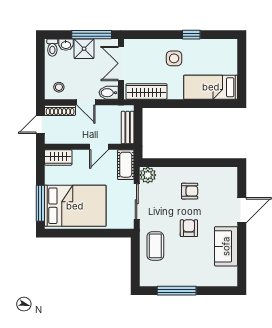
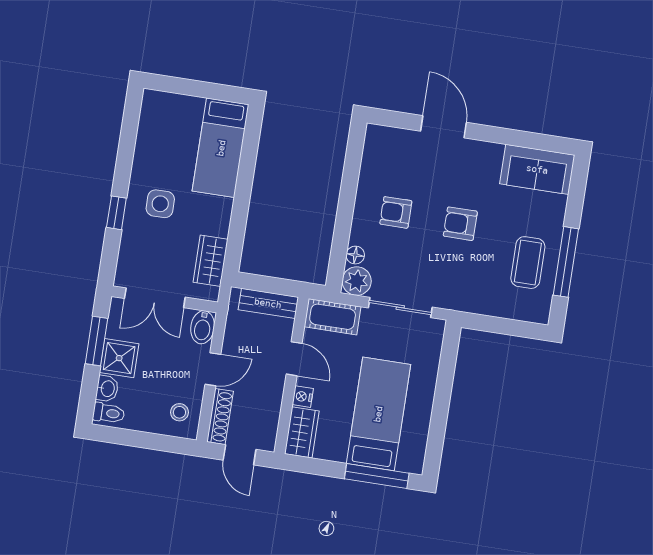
window: (92, 35) -> (97, 341), width x0.69
window: (191, 35) -> (116, 213), moved
wardrobe: (146, 91) -> (210, 261), width x0.67
nightstand: (78, 155) -> (303, 397), added
floor lamp: (162, 172) -> (355, 255), added
armchair: (190, 191) -> (396, 212), turned -90
bed: (75, 206) -> (378, 414), width x0.67
coffee table: (155, 246) -> (528, 263), moved, turned 90
sofa: (226, 246) -> (537, 169), moved

